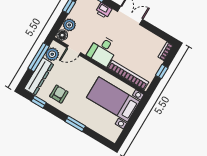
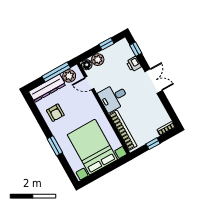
armchair: (59, 94) -> (55, 113), turned 90
bed with nightstands: (113, 99) -> (92, 147), width x1.36
window: (39, 102) -> (35, 110), removed

